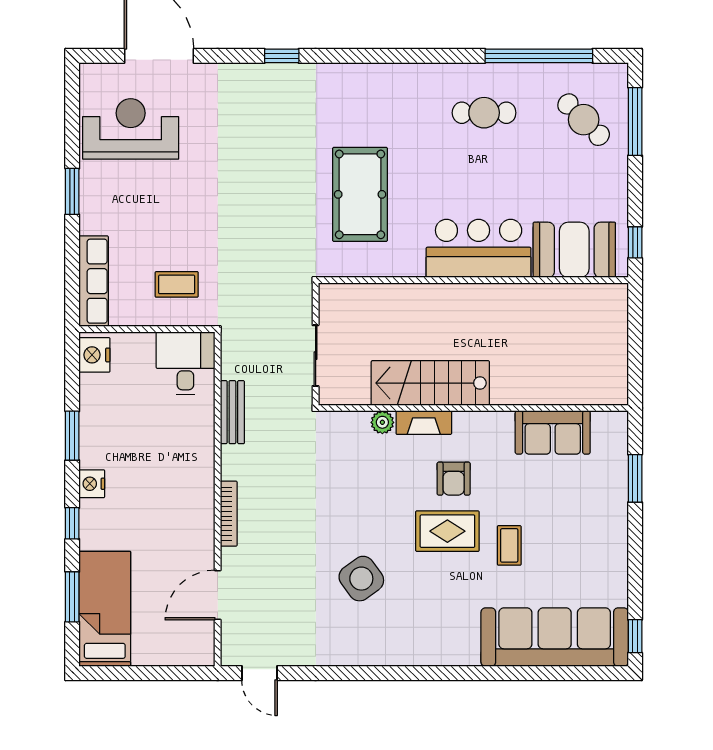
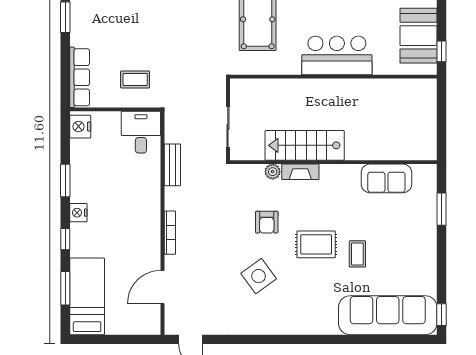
booth: (574, 250) -> (419, 36), moved, turned 90
armchair: (454, 479) -> (267, 222), moved

